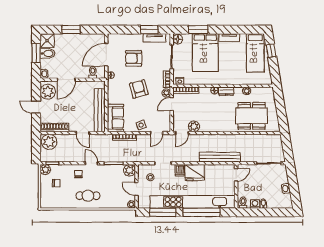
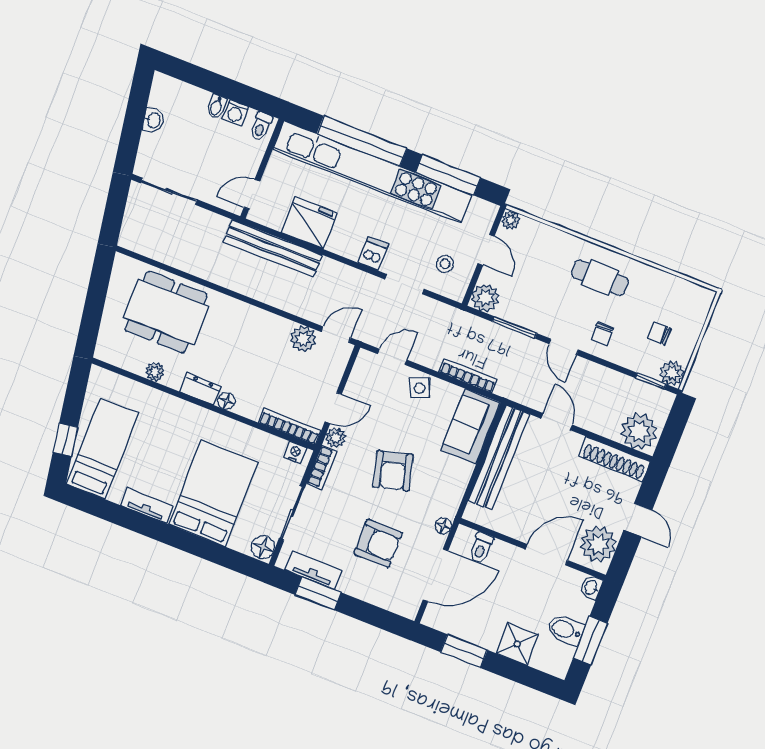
window: (71, 30) -> (464, 651), moved
window: (198, 30) -> (209, 551), removed
shower: (47, 41) -> (517, 644), moved
fridge: (195, 173) -> (309, 223), moved

